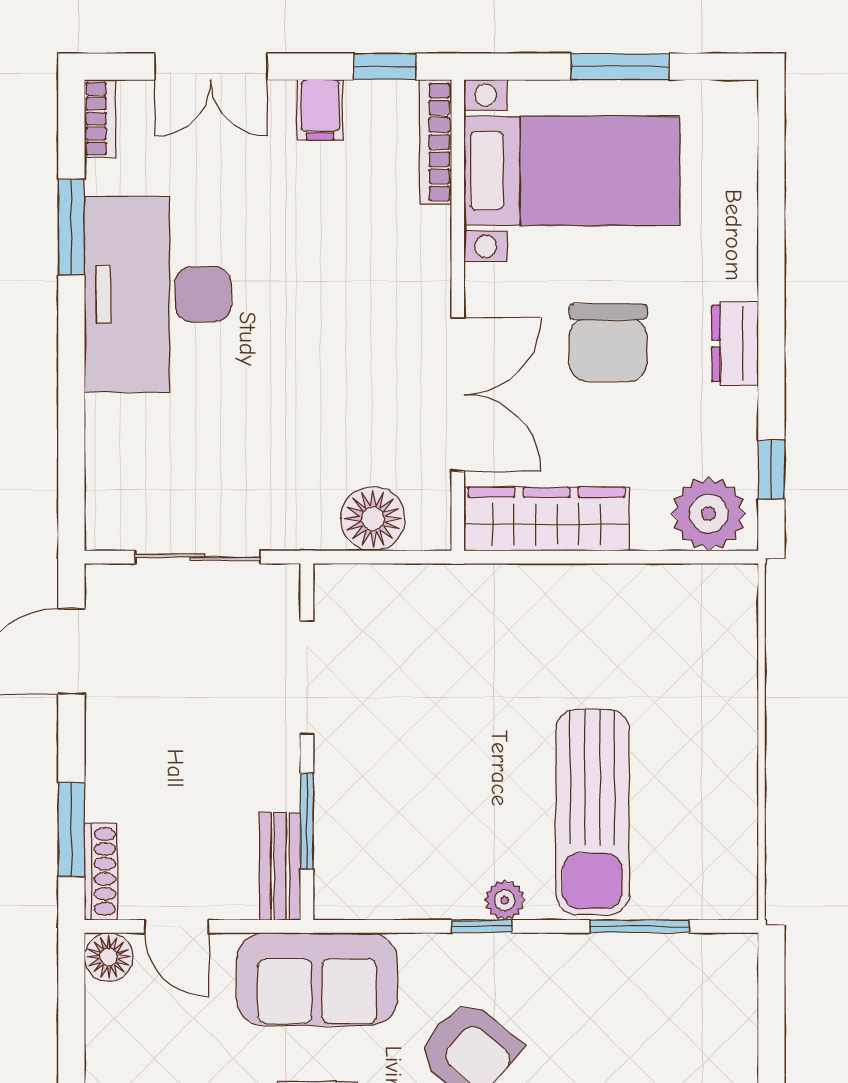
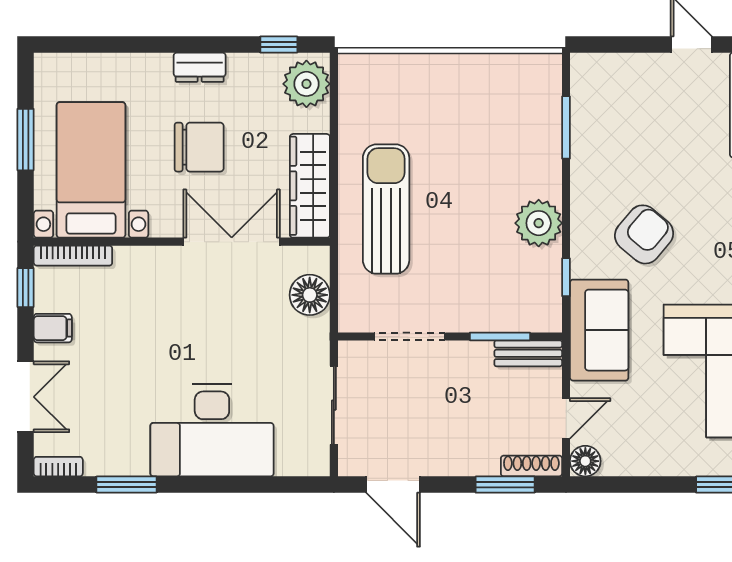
desk: (158, 294) -> (212, 430), moved
sun lounger: (592, 812) -> (386, 209), moved, turned -90
plant: (505, 900) -> (539, 223), width x1.88, depth x1.88
window: (482, 926) -> (566, 277), moved

